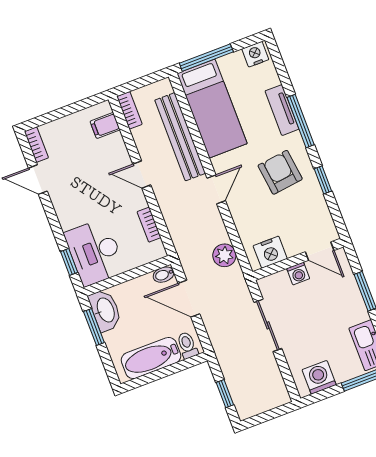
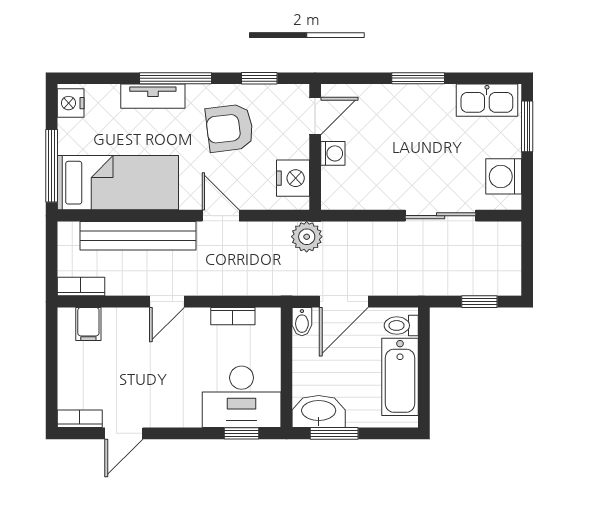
door: (320, 251) -> (315, 116), moved
nightstand: (270, 252) -> (293, 178), moved
wall: (298, 259) -> (315, 147), moved
washing machine: (298, 274) -> (333, 153), moved
sliding door: (268, 325) -> (441, 216), moved

